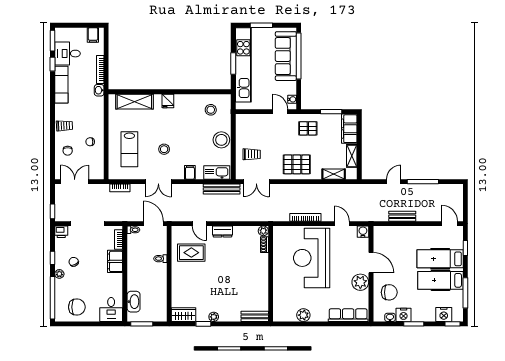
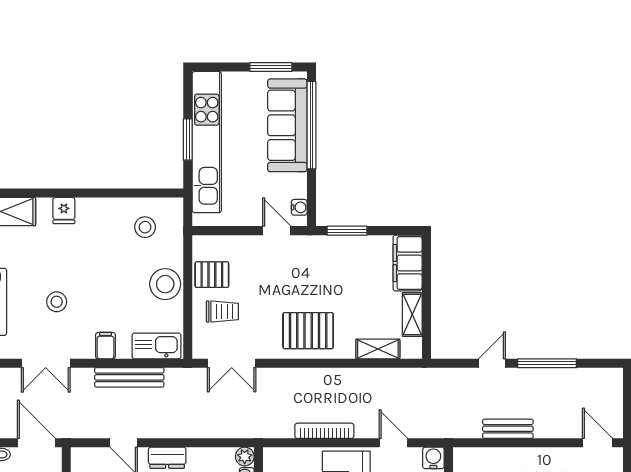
window: (261, 25) -> (271, 67), moved
window: (331, 112) -> (347, 231), moved
pallet: (308, 128) -> (212, 275), moved
bench: (222, 189) -> (129, 377), moved

